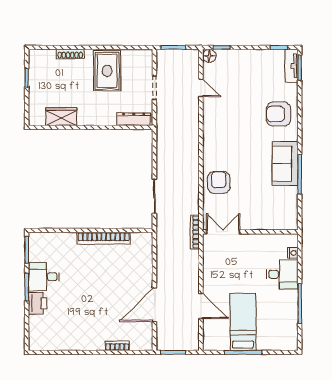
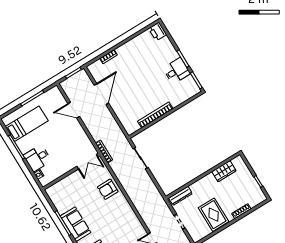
armchair: (219, 182) -> (108, 189), turned 90
printer: (38, 303) -> (158, 32), moved
bed: (243, 322) -> (27, 124), moved, turned -90

